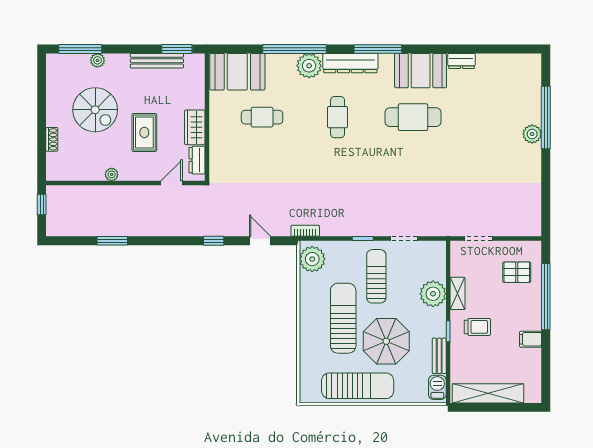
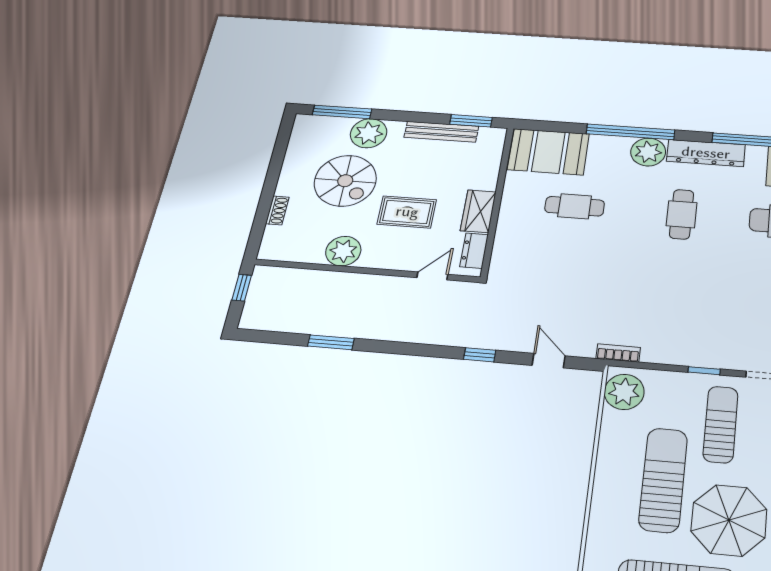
plant: (97, 60) -> (369, 133), width x1.88, depth x1.88
rug: (144, 132) -> (407, 212), turned 90
plant: (112, 174) -> (343, 251), width x1.88, depth x1.88

